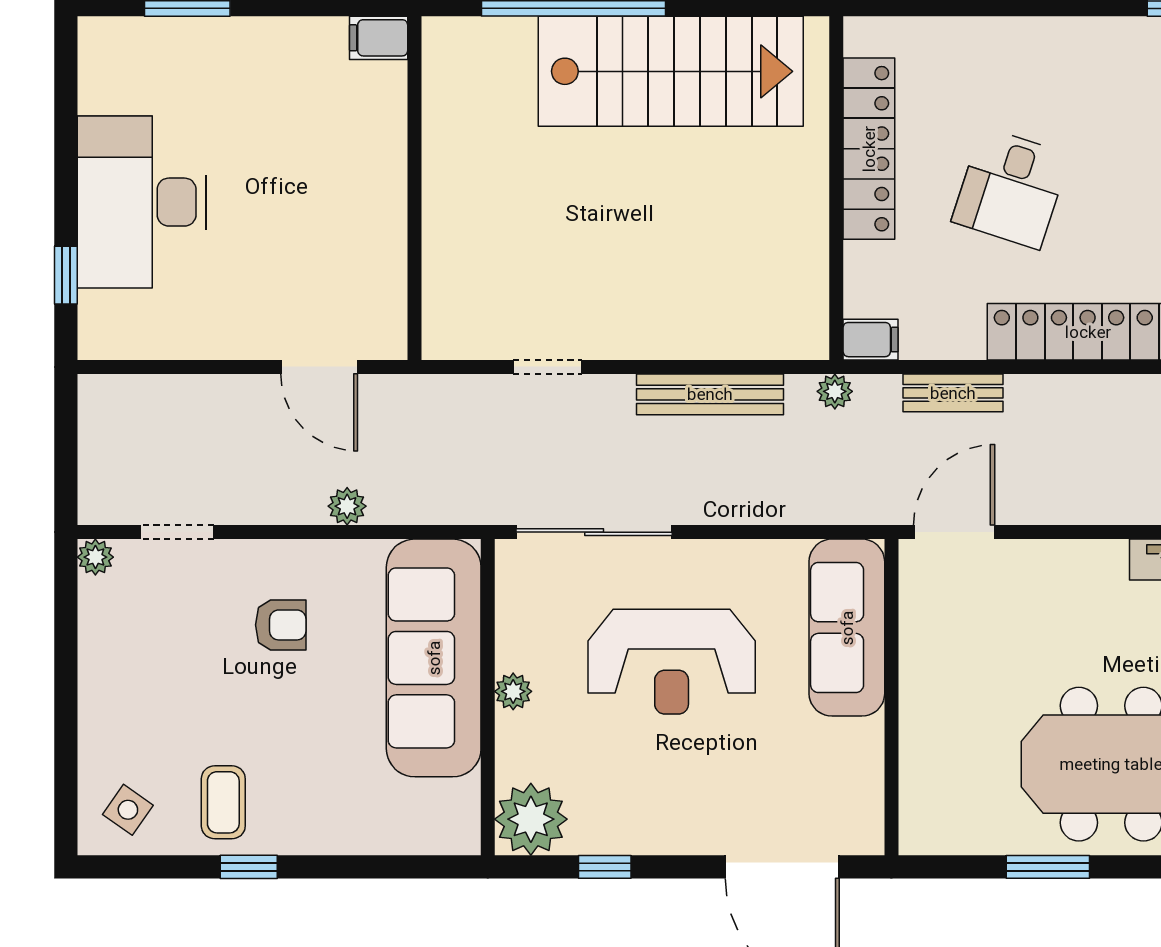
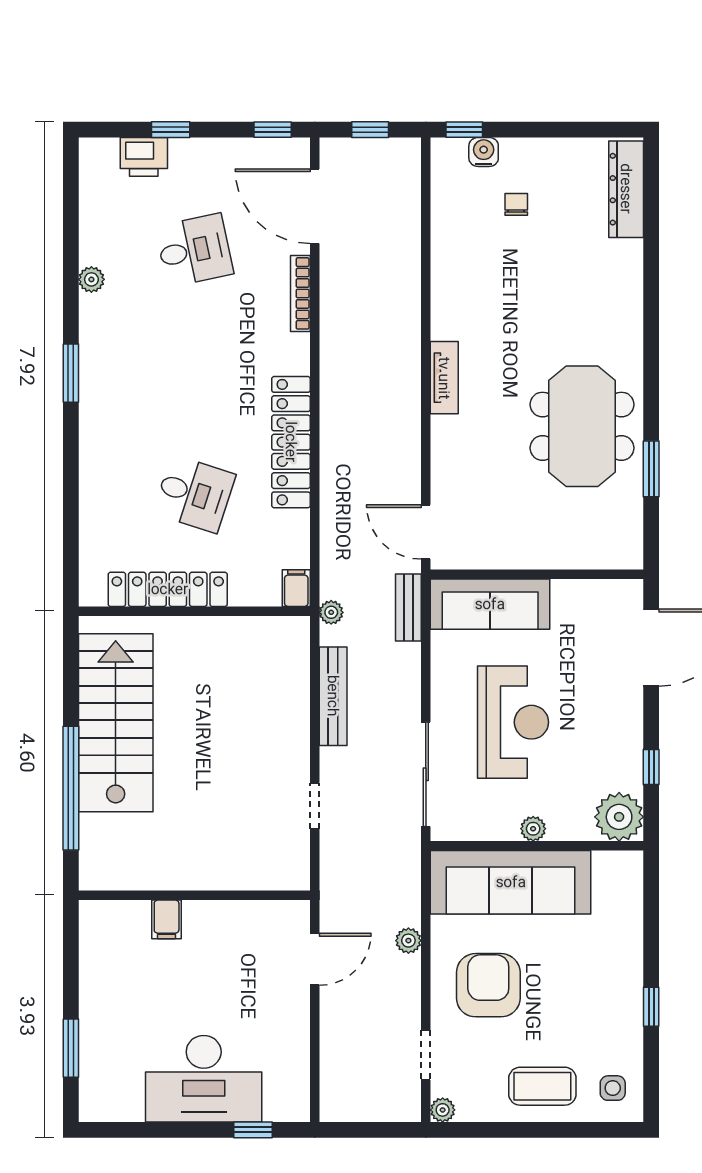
filing cabinet: (379, 38) -> (167, 919), moved
bench: (953, 393) -> (408, 607), moved
armchair: (281, 625) -> (488, 985), width x1.88, depth x1.88
coffee table: (223, 802) -> (542, 1086), moved, width x1.36, depth x1.30
side table: (128, 810) -> (613, 1088), turned -35

